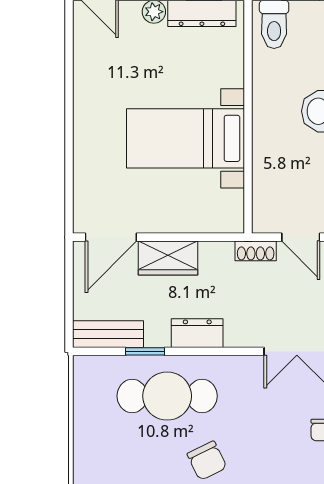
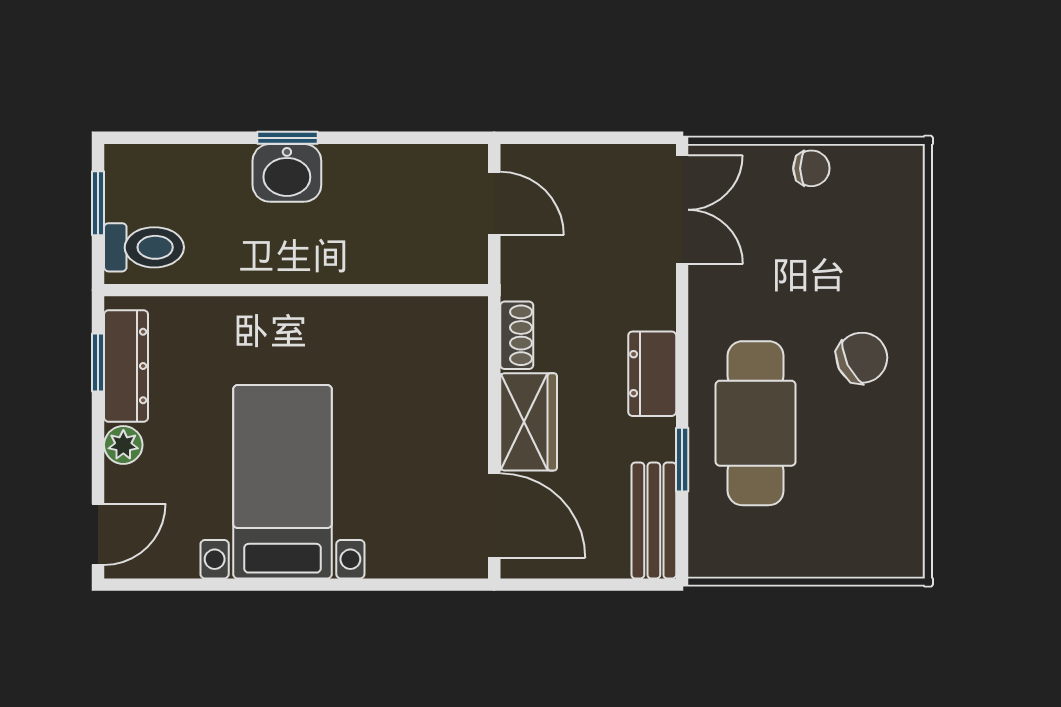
bed with nightstands: (185, 138) -> (282, 482), moved, turned 180
door: (301, 237) -> (494, 203), hinge flipped
shoe rack: (256, 251) -> (517, 335), moved

